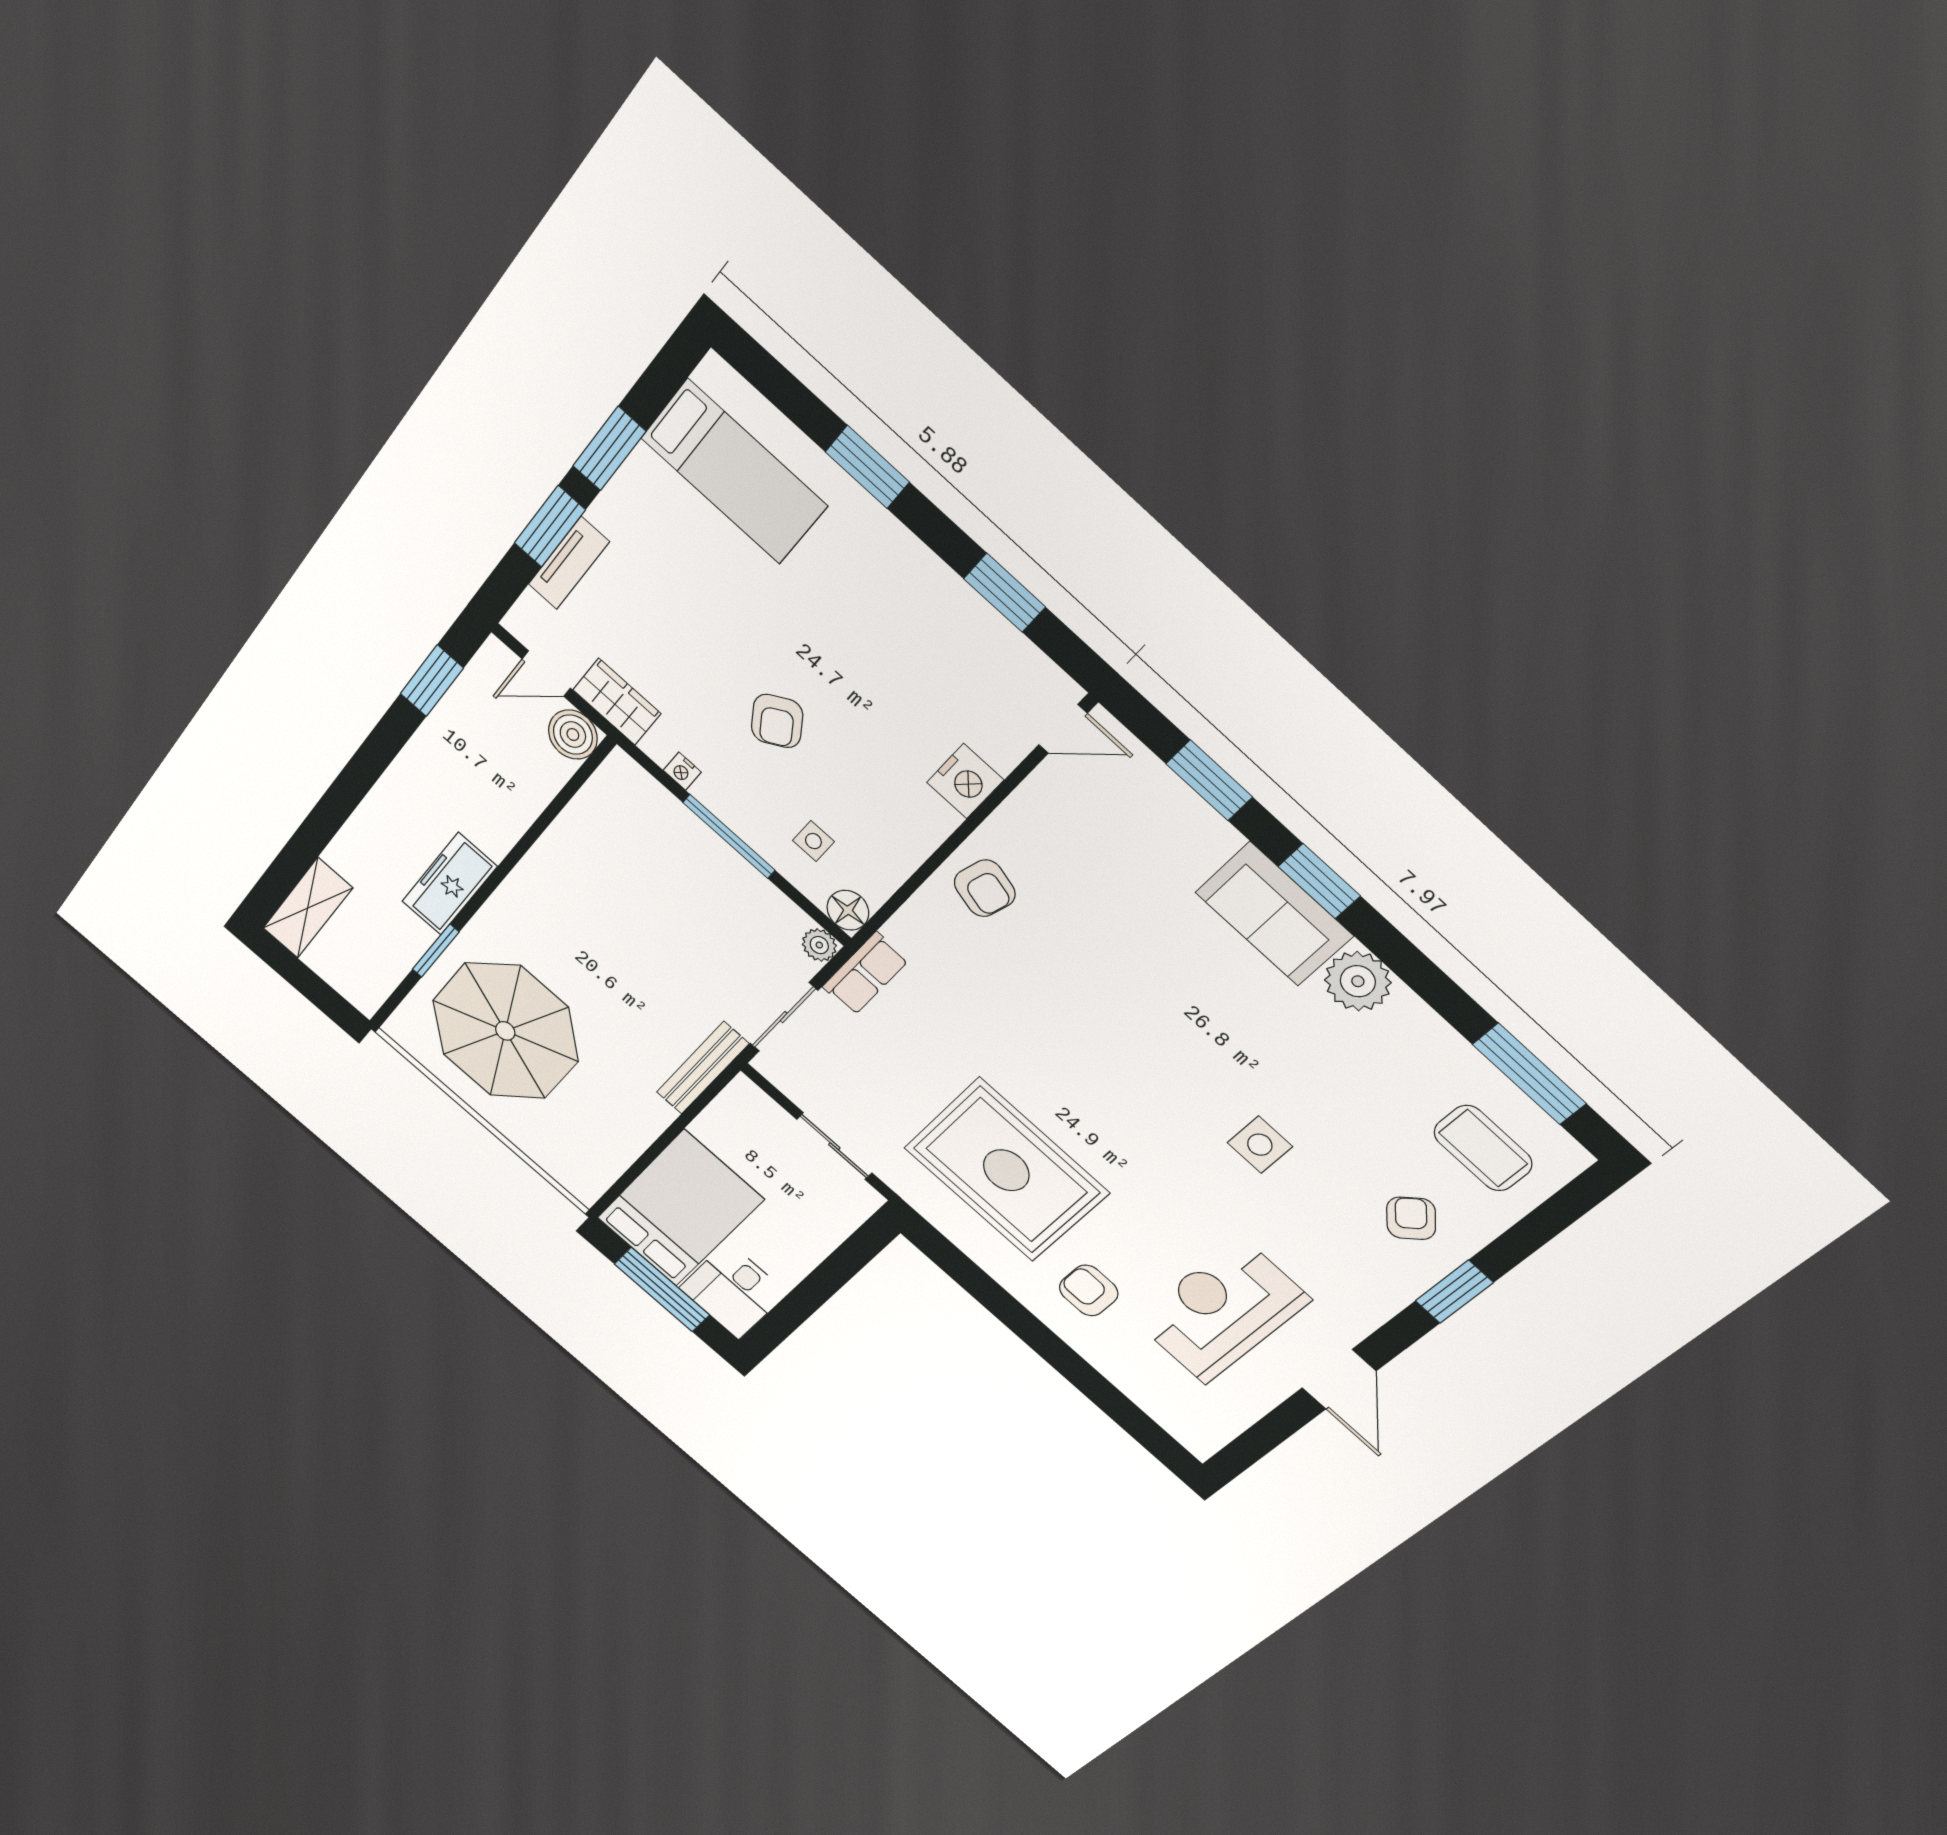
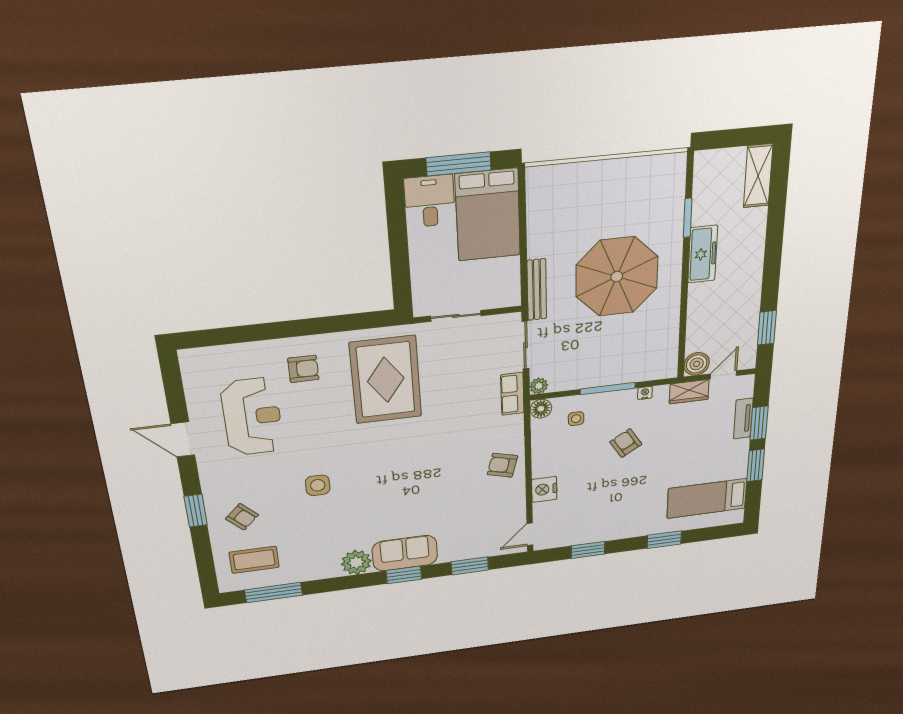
parasol: (505, 1031) -> (617, 277), moved
rug: (1006, 1170) -> (386, 380), turned 90

